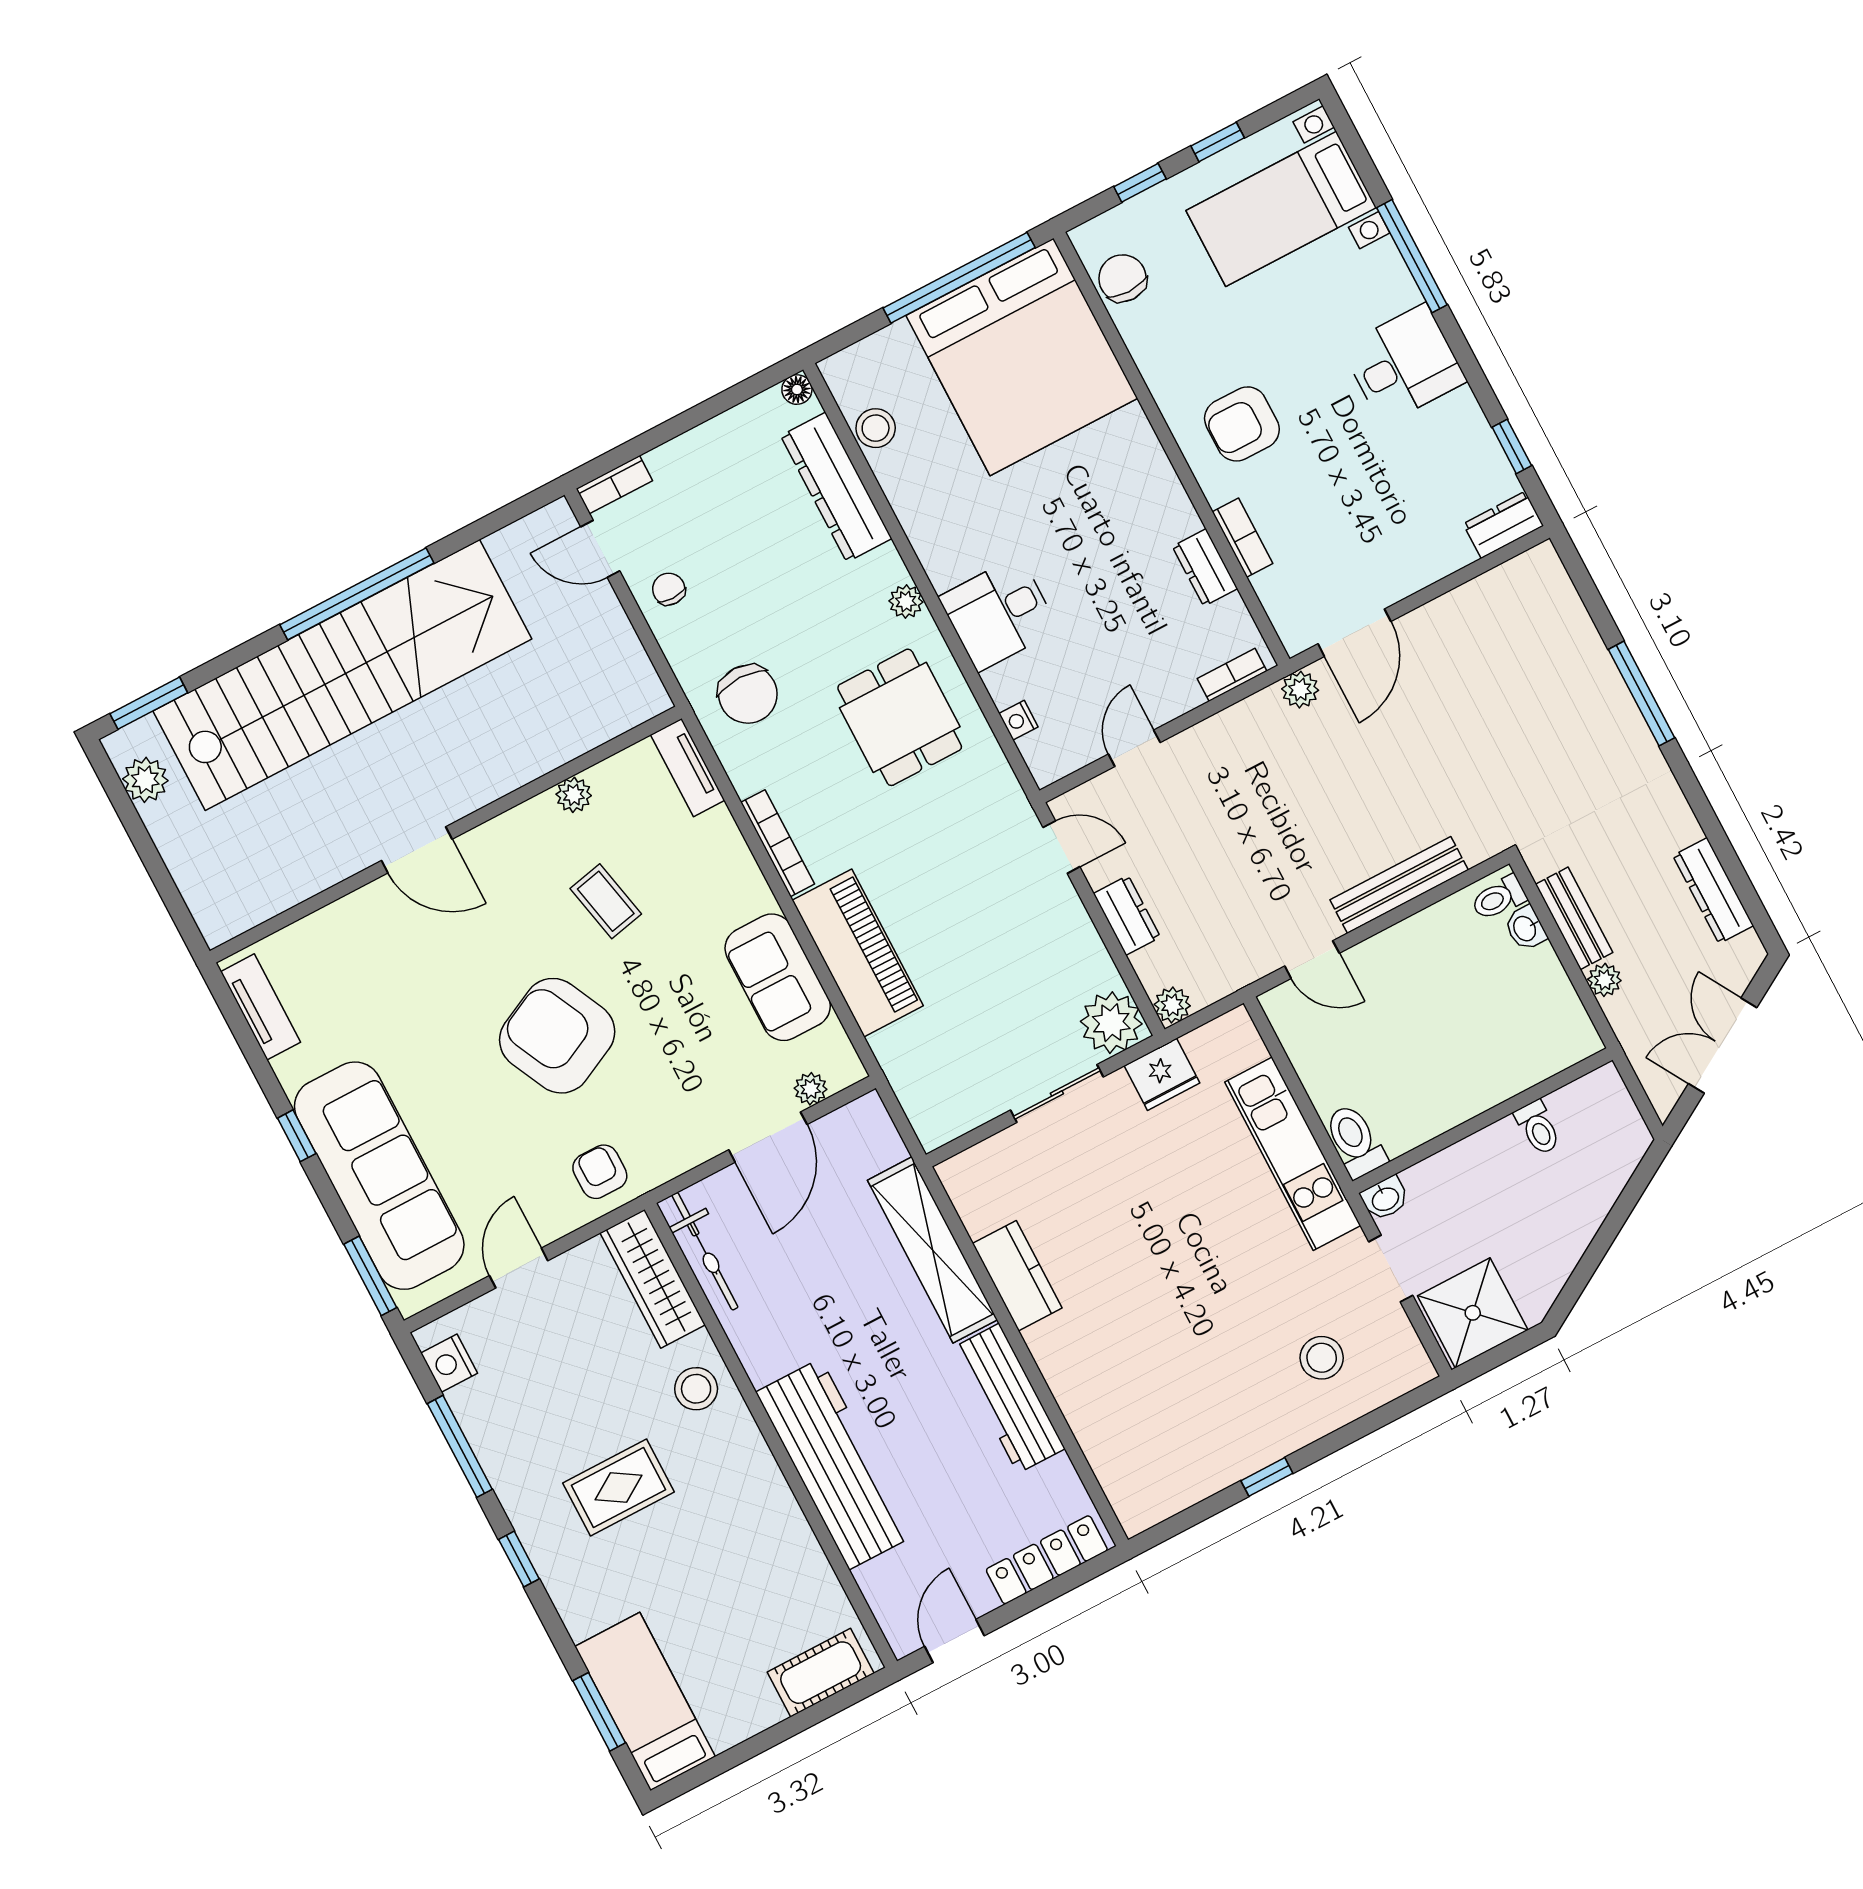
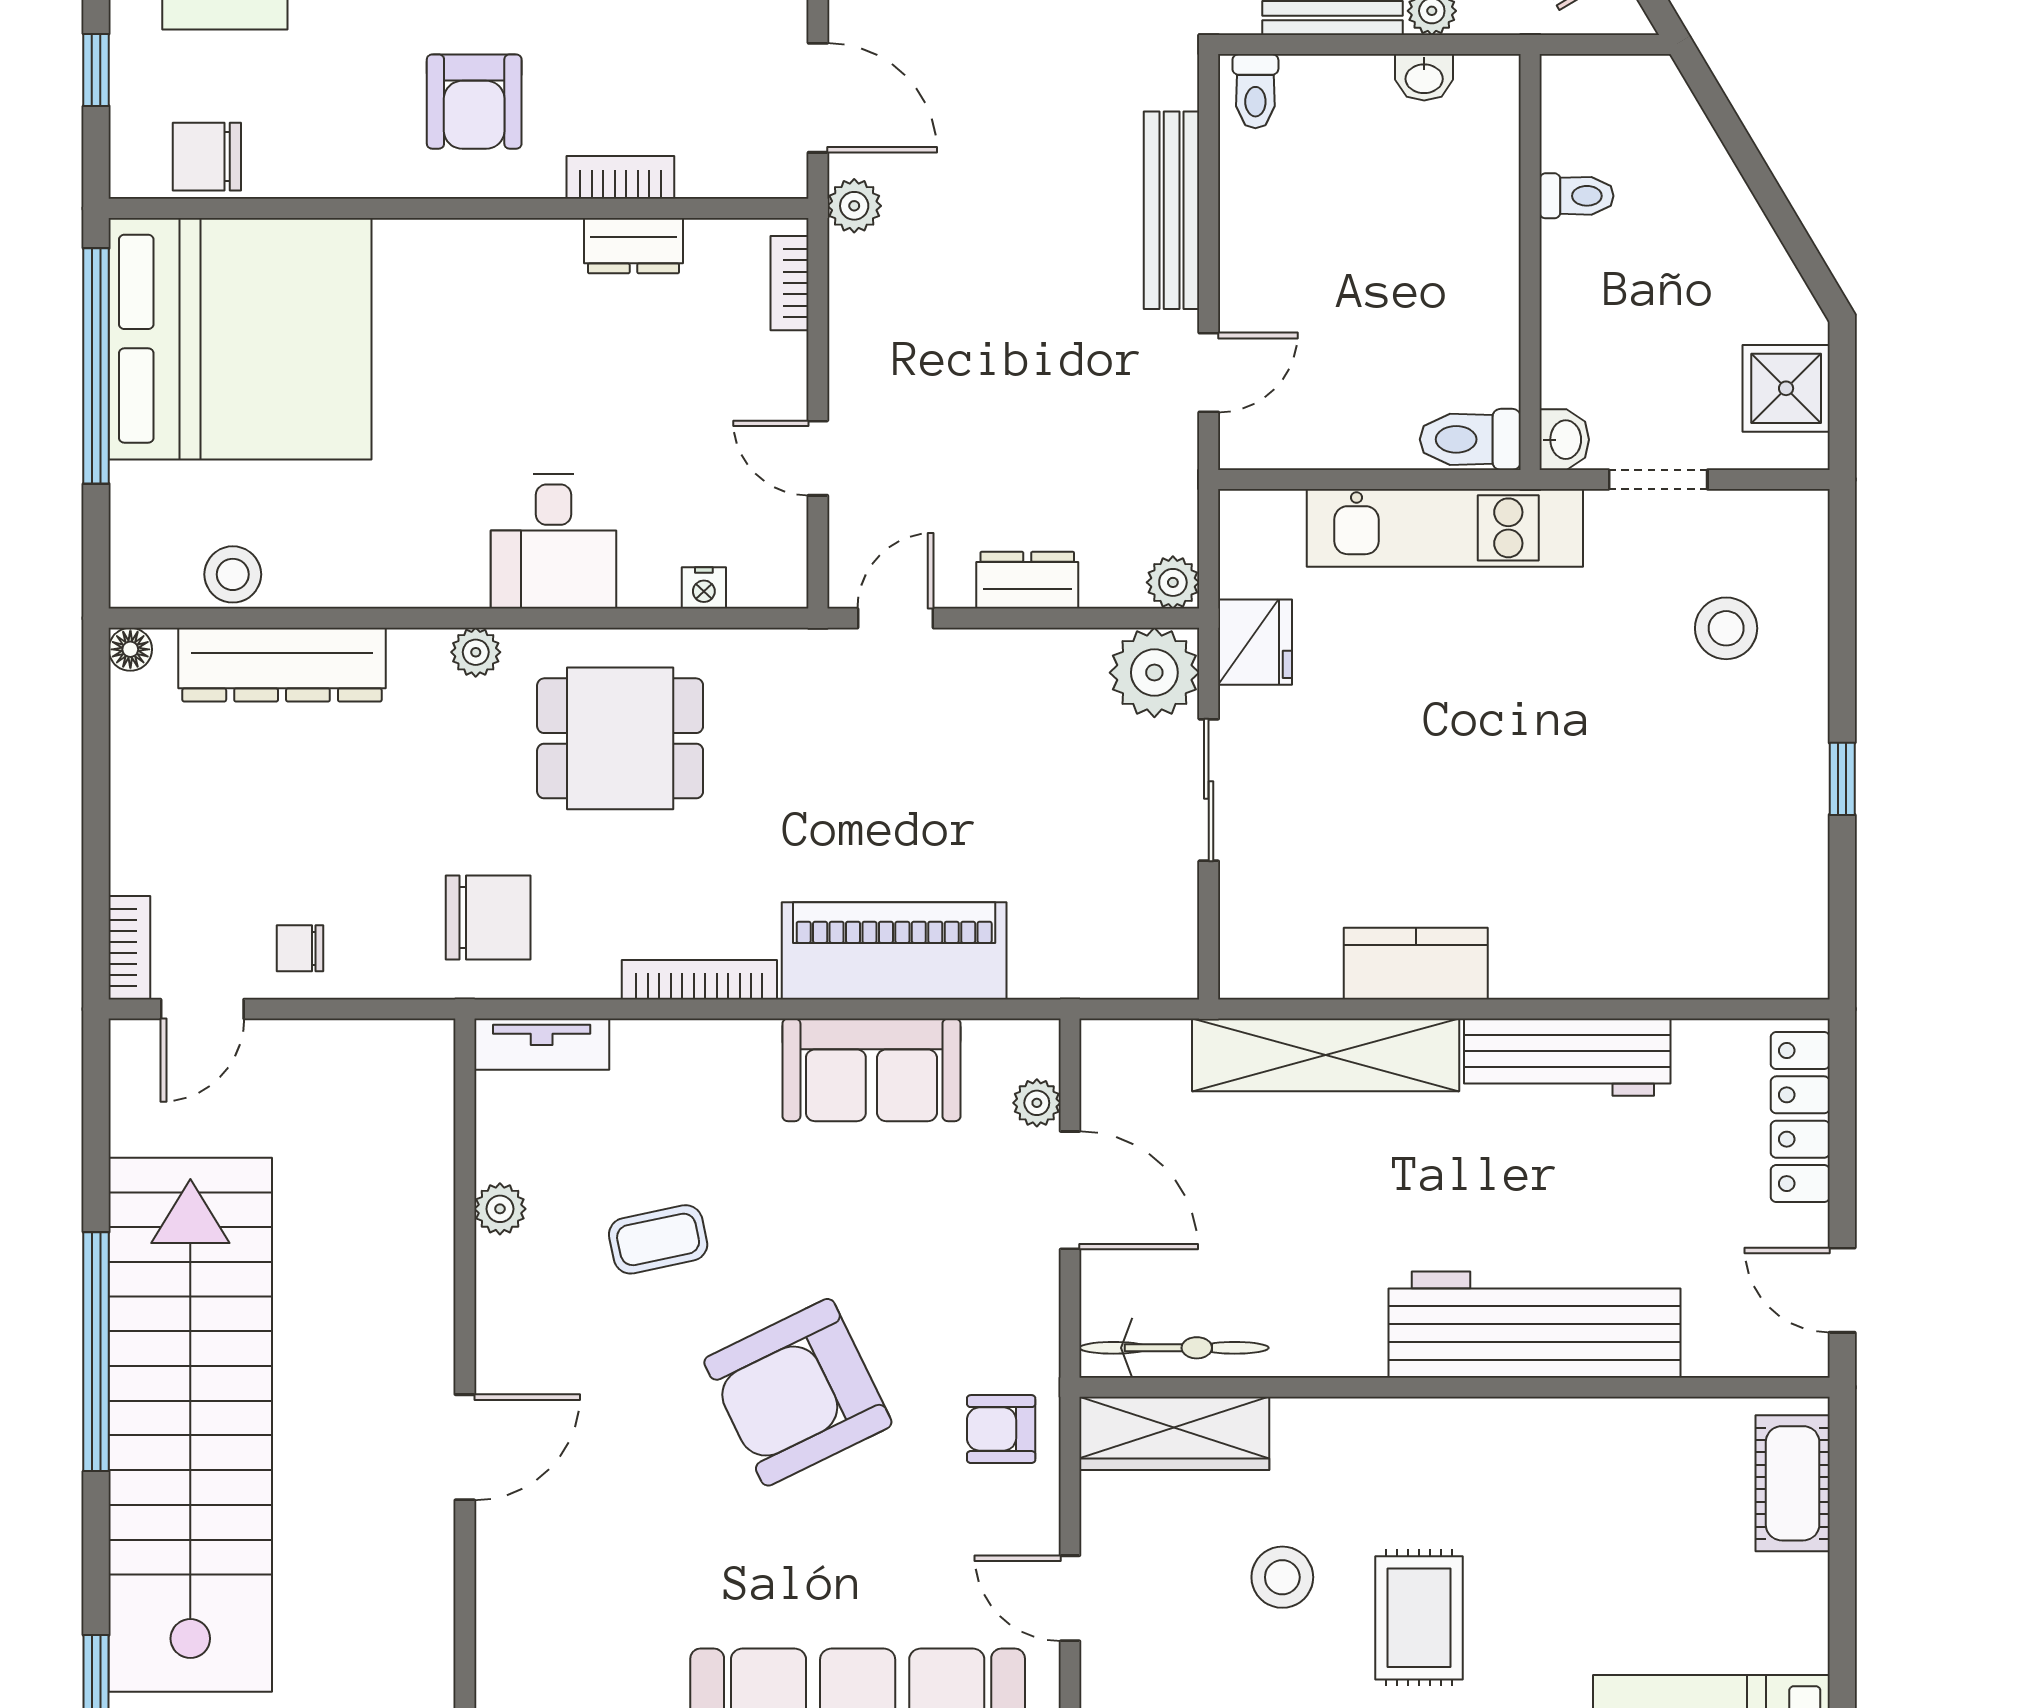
washbasin: (1525, 928) -> (1424, 77), moved
shower: (1473, 1313) -> (1786, 388), width x0.73, depth x0.73
stool: (696, 1389) -> (1282, 1577), moved

